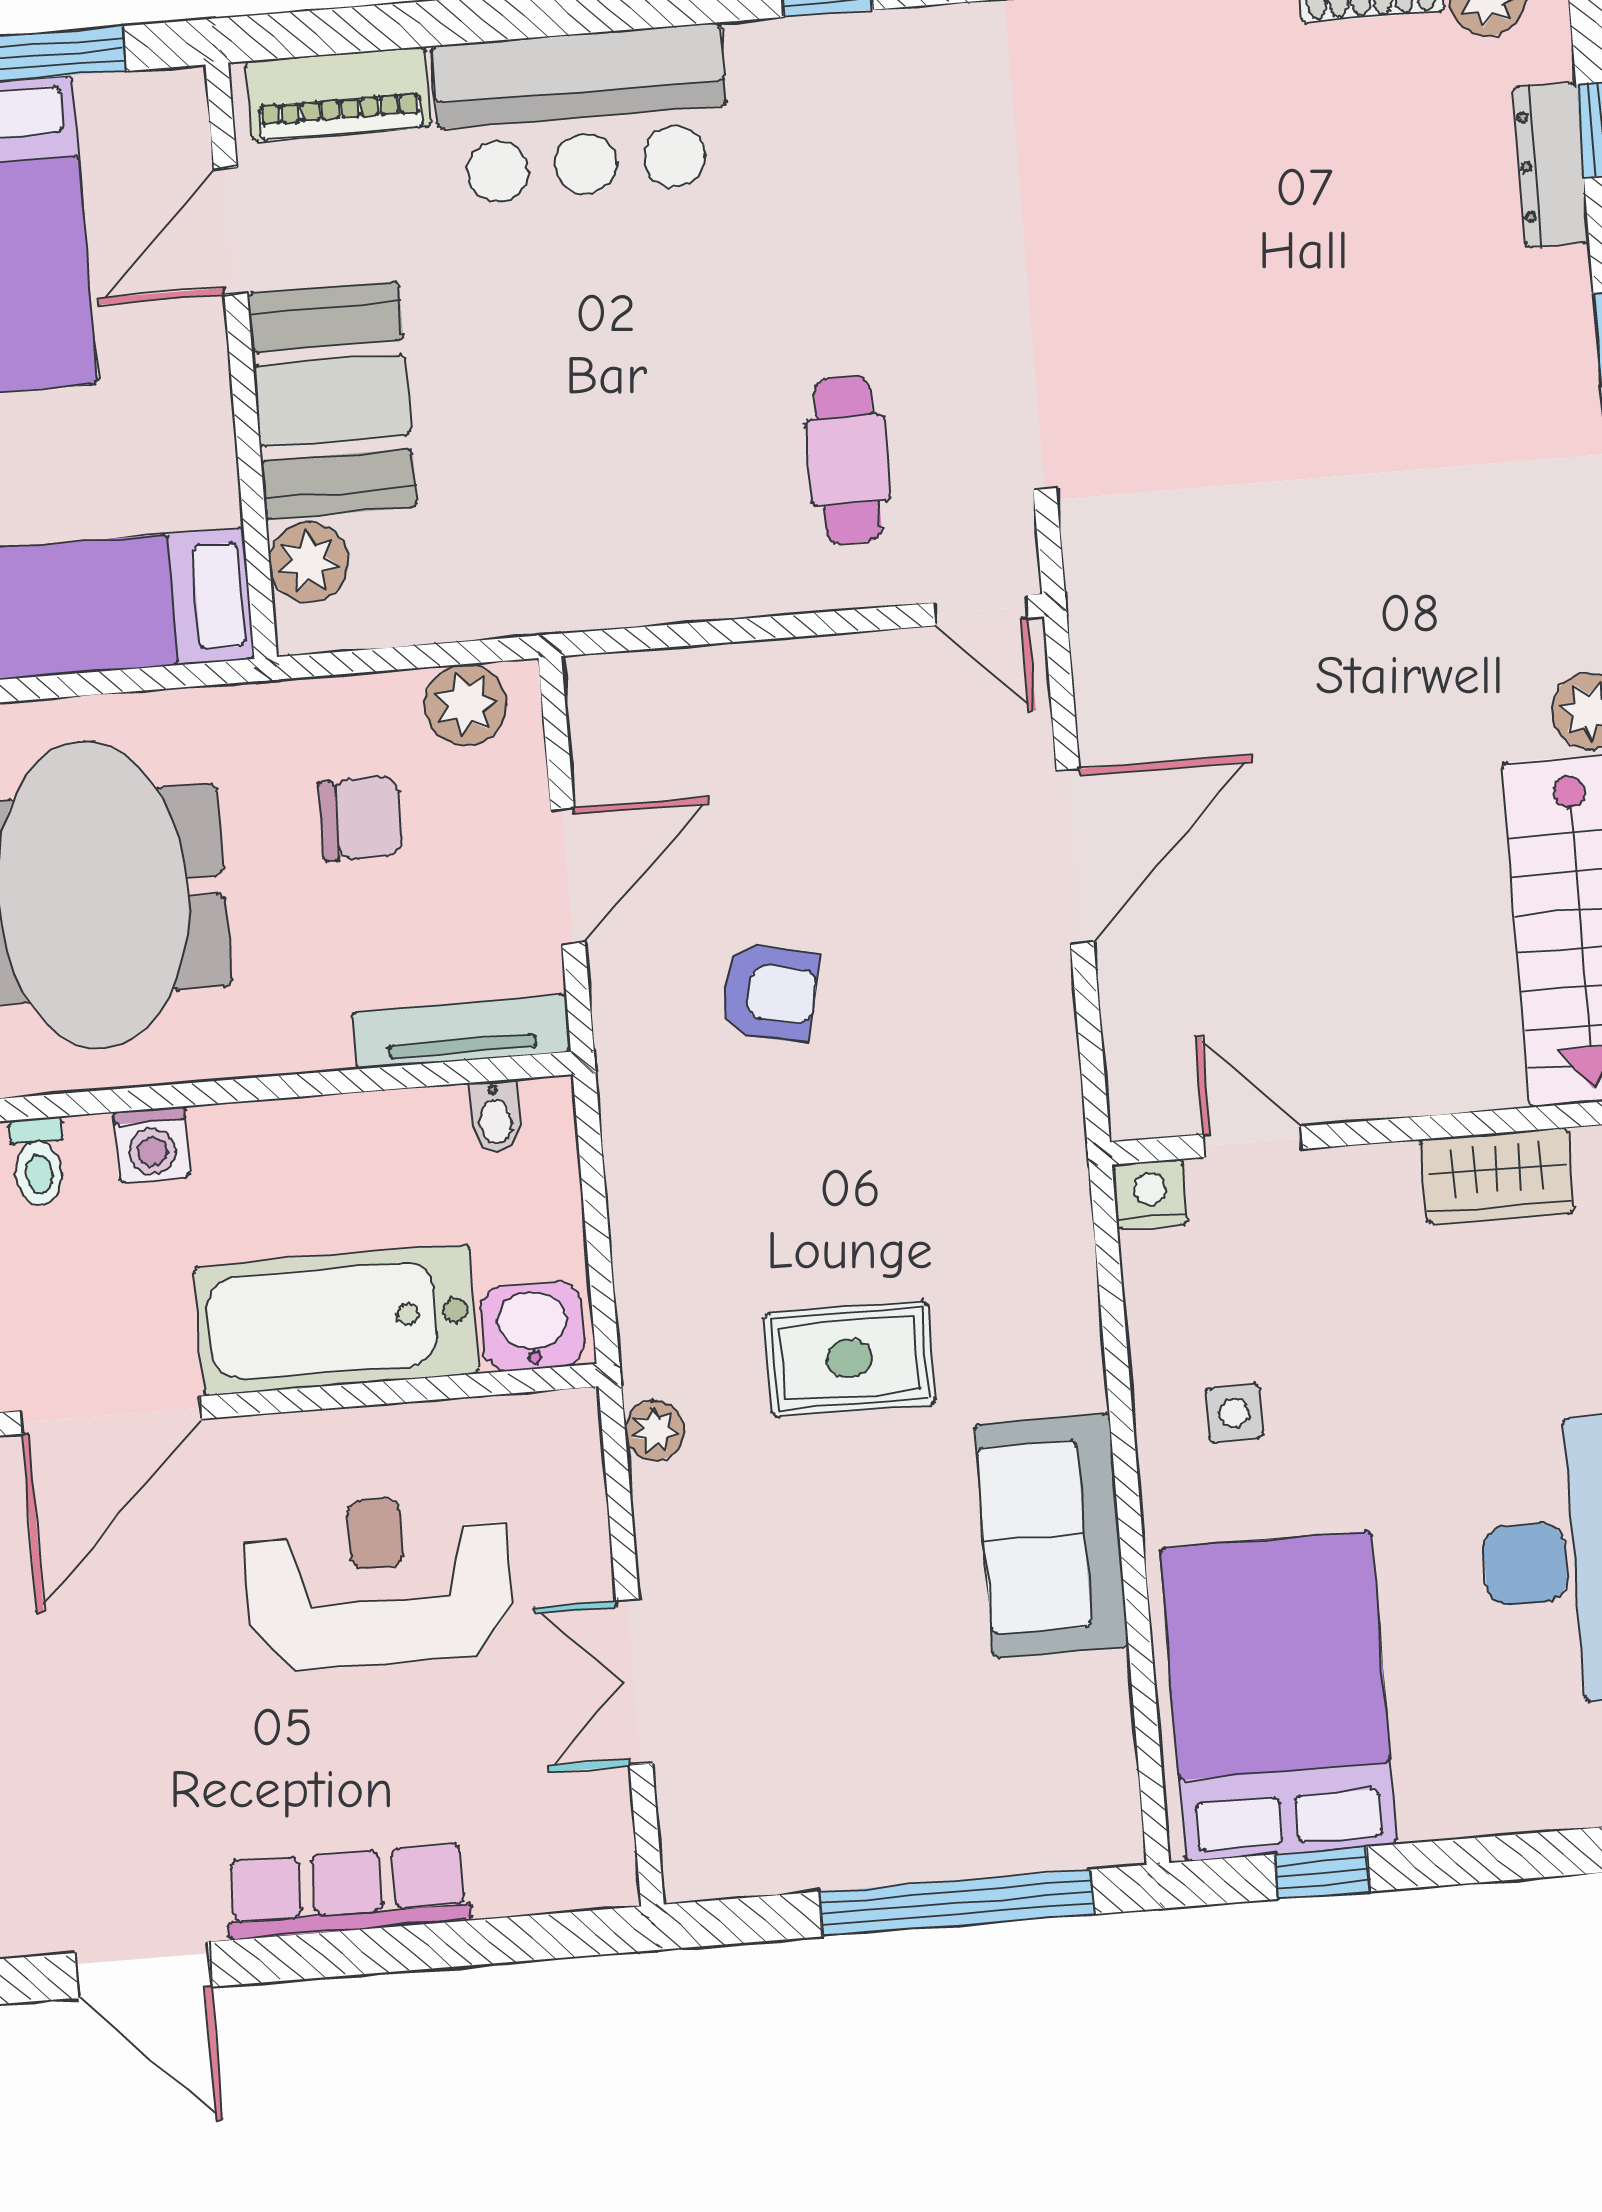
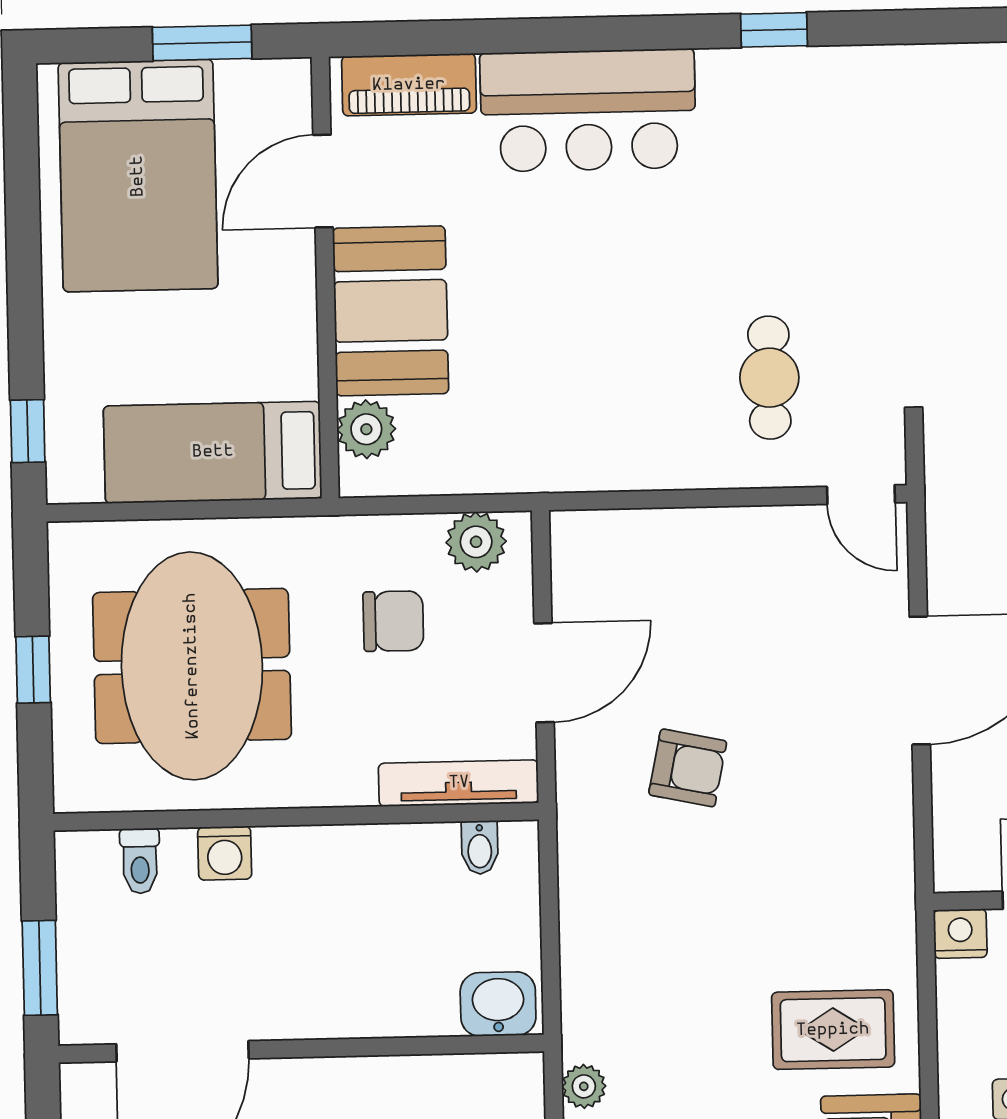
bathtub: (336, 1320) -> (353, 991), removed
rug: (849, 1359) -> (833, 1030), moved

